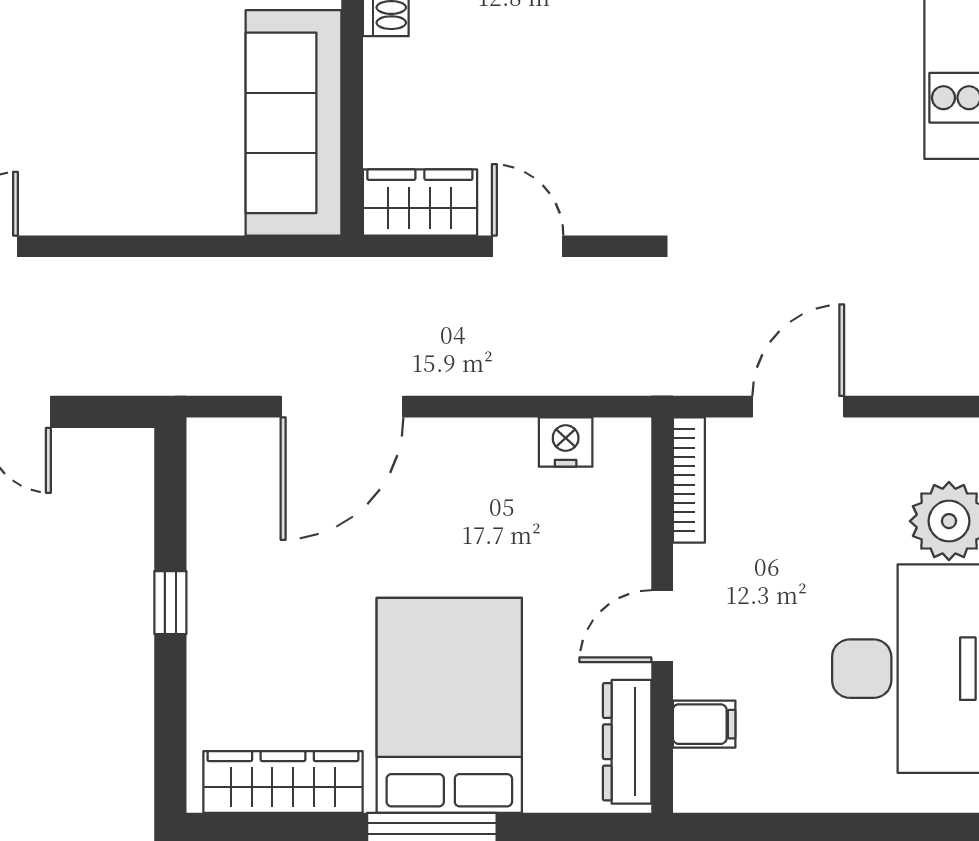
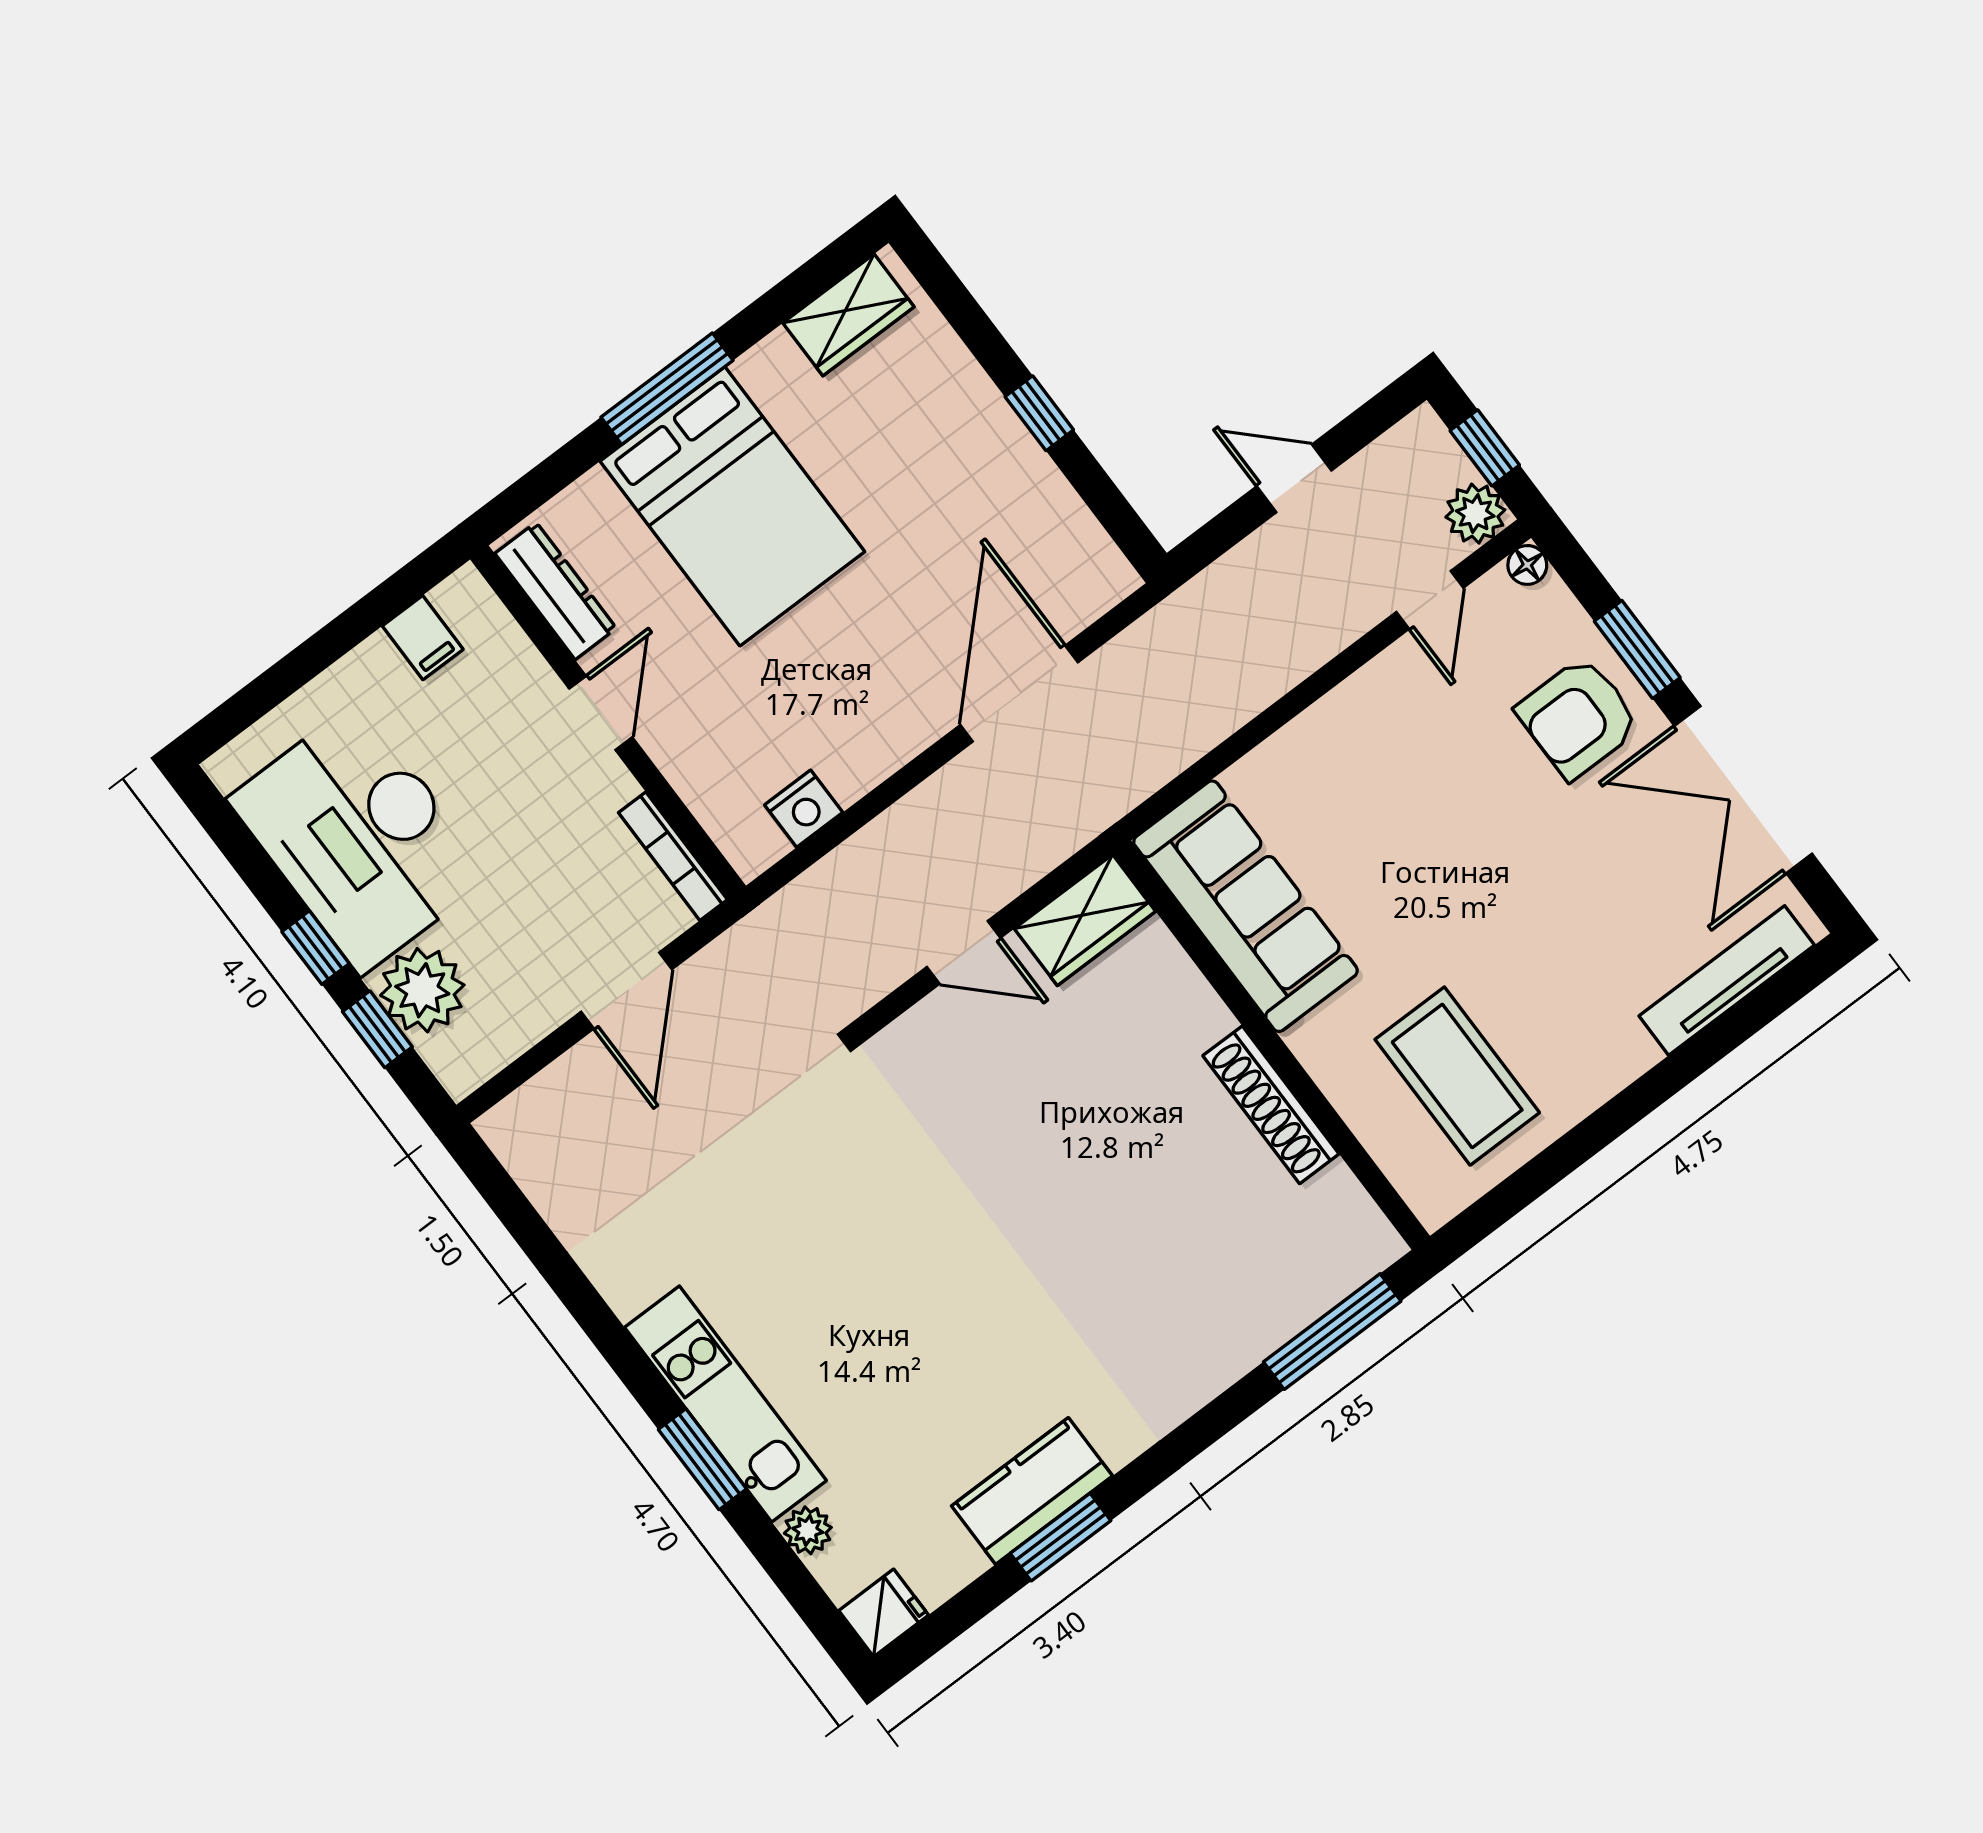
filing cabinet: (704, 724) -> (423, 638), moved, turned -90
wardrobe: (283, 782) -> (848, 315), width x0.67

